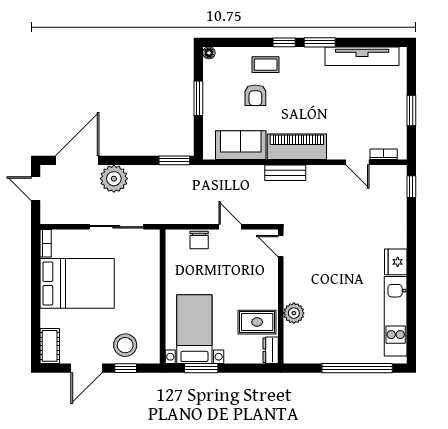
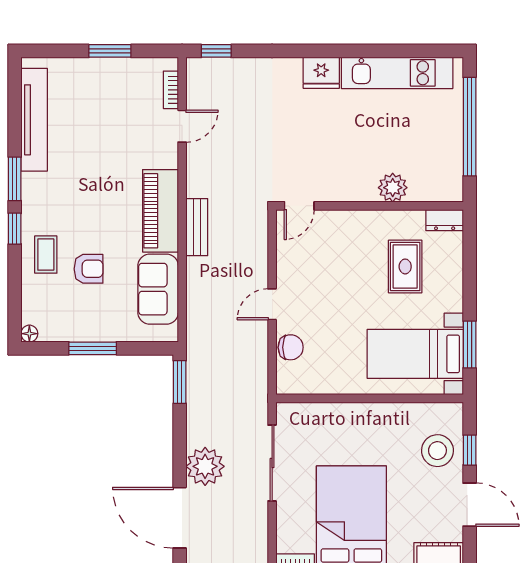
door: (281, 246) -> (299, 206), moved
wall: (281, 296) -> (370, 206), moved
plant: (294, 313) -> (393, 188), moved
dresser: (271, 350) -> (445, 220), moved

